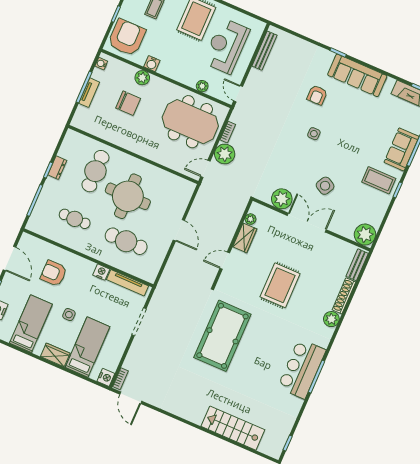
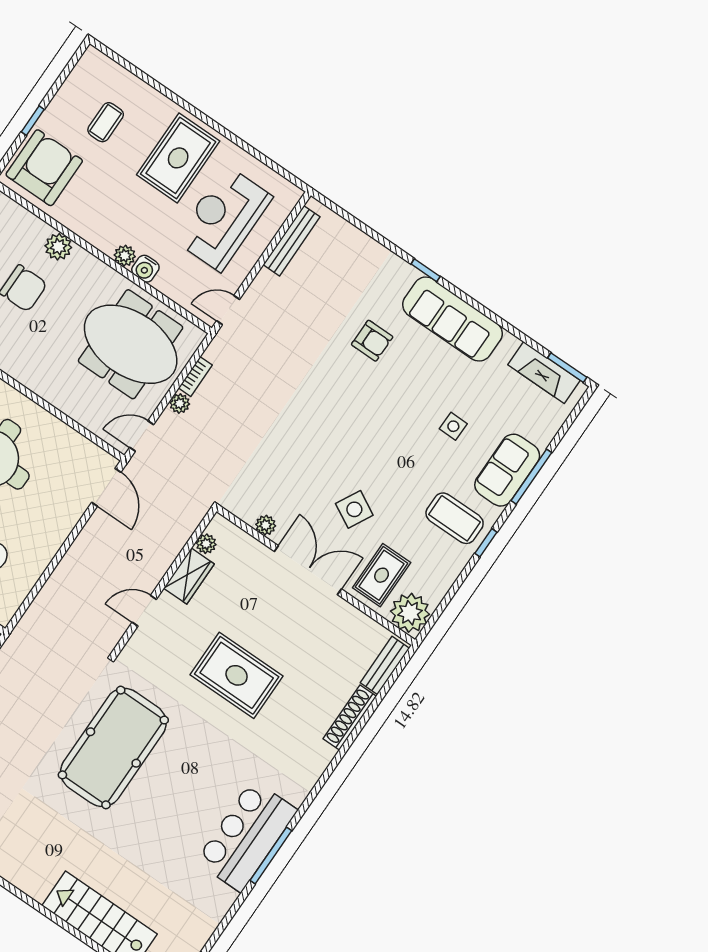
water cooler: (152, 64) -> (145, 269), moved
plant: (202, 86) -> (125, 256), moved
door: (238, 94) -> (228, 310), hinge flipped
armchair: (317, 95) -> (372, 341), turned -90
side table: (314, 134) -> (453, 426), moved
plant: (225, 154) -> (180, 403), width x0.53, depth x0.53
plant: (282, 199) -> (266, 525), width x0.53, depth x0.53
rug: (346, 218) -> (382, 575), added
door: (179, 230) -> (106, 487), moved
rug: (280, 285) -> (237, 675), turned 90
plant: (331, 319) -> (319, 756), removed

